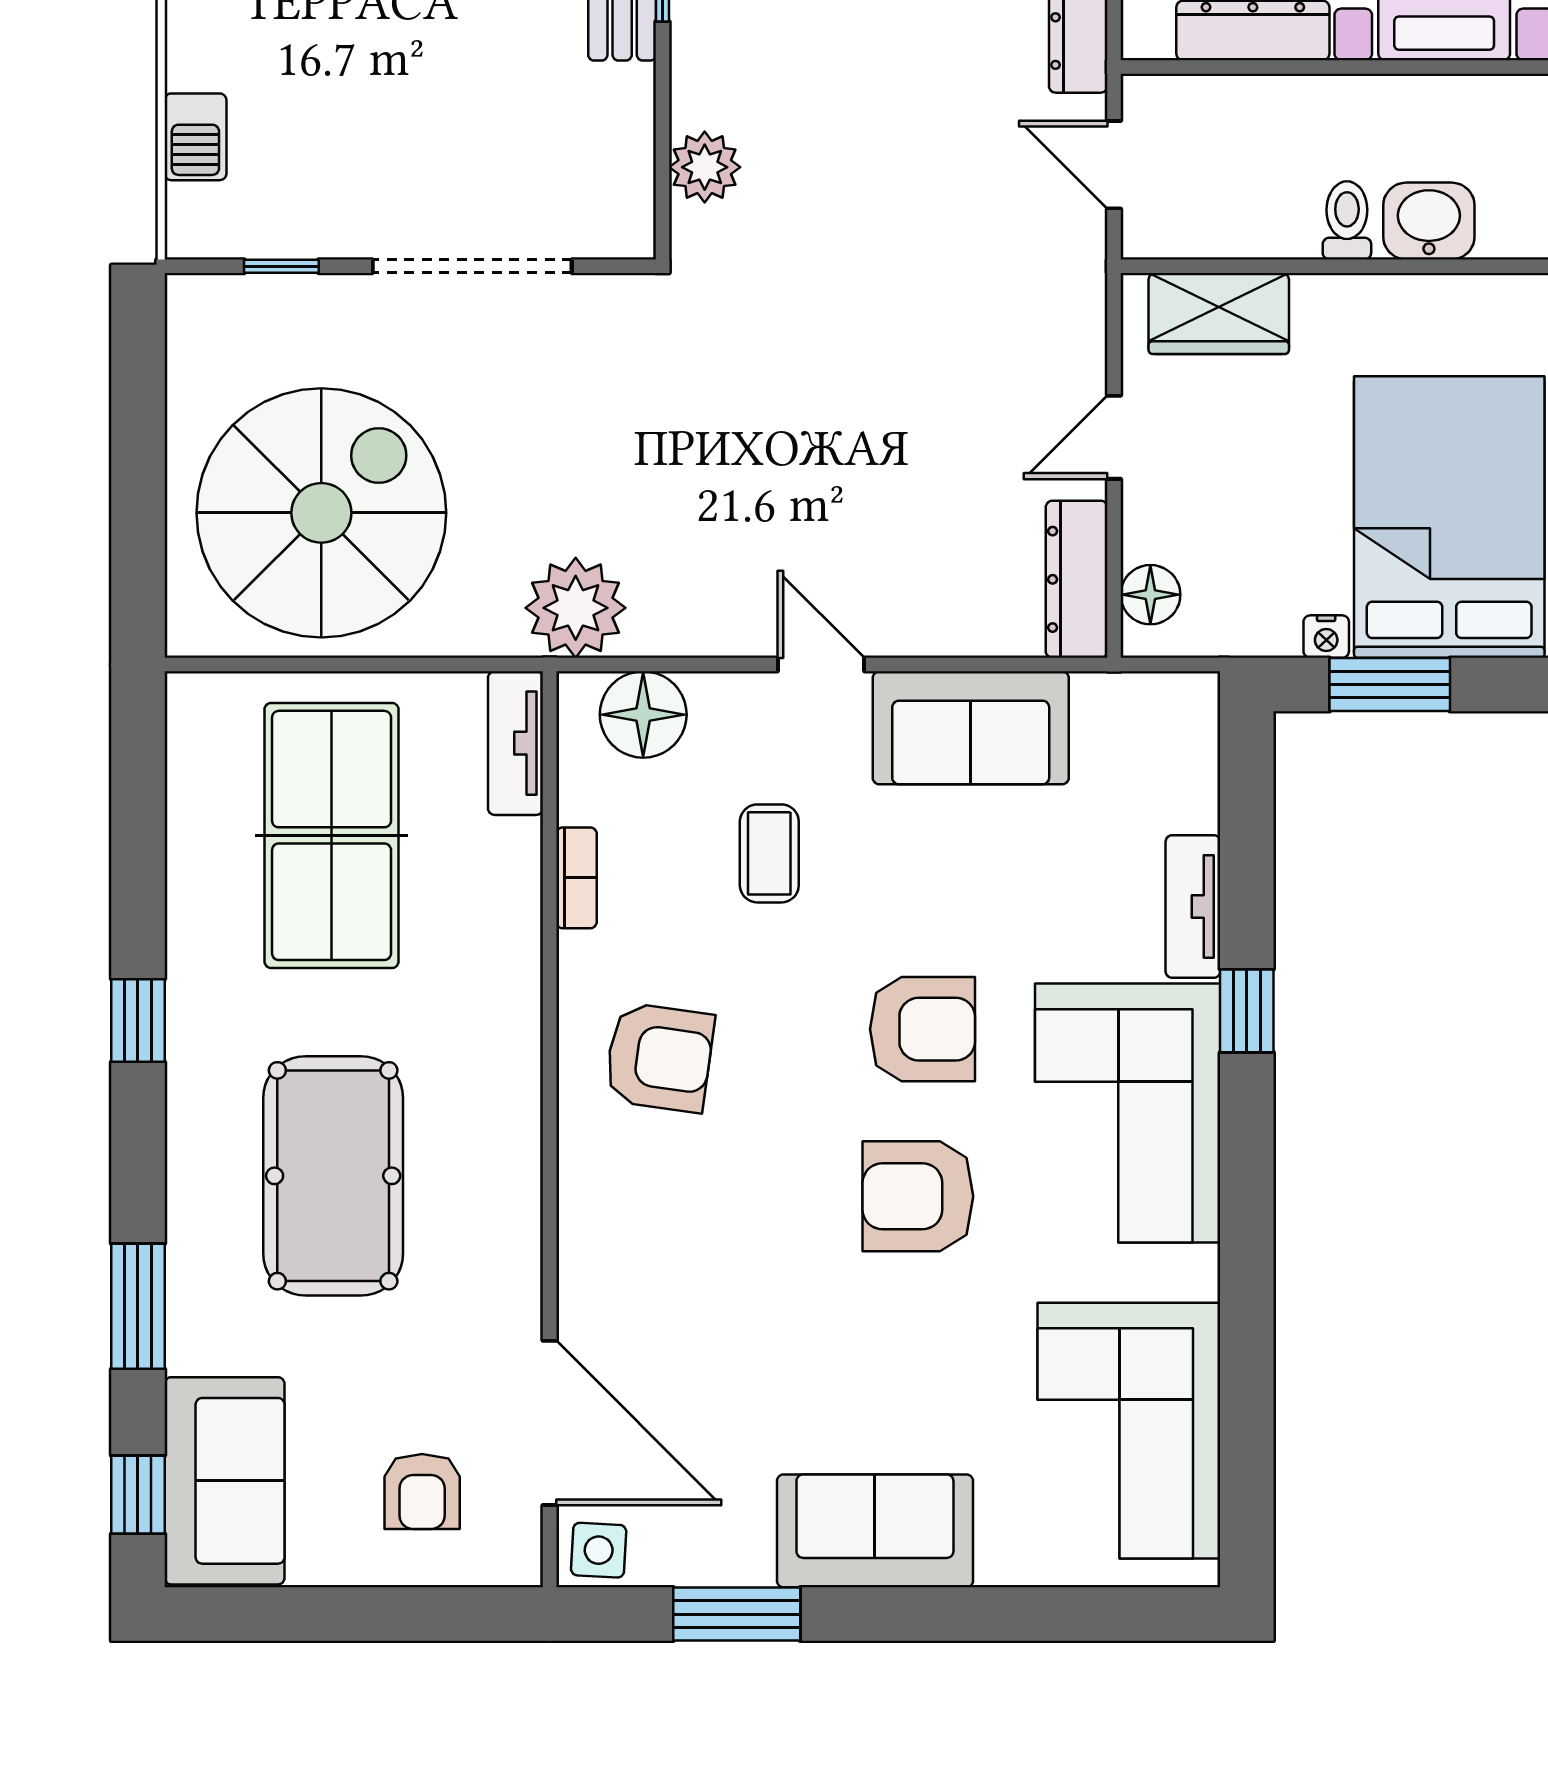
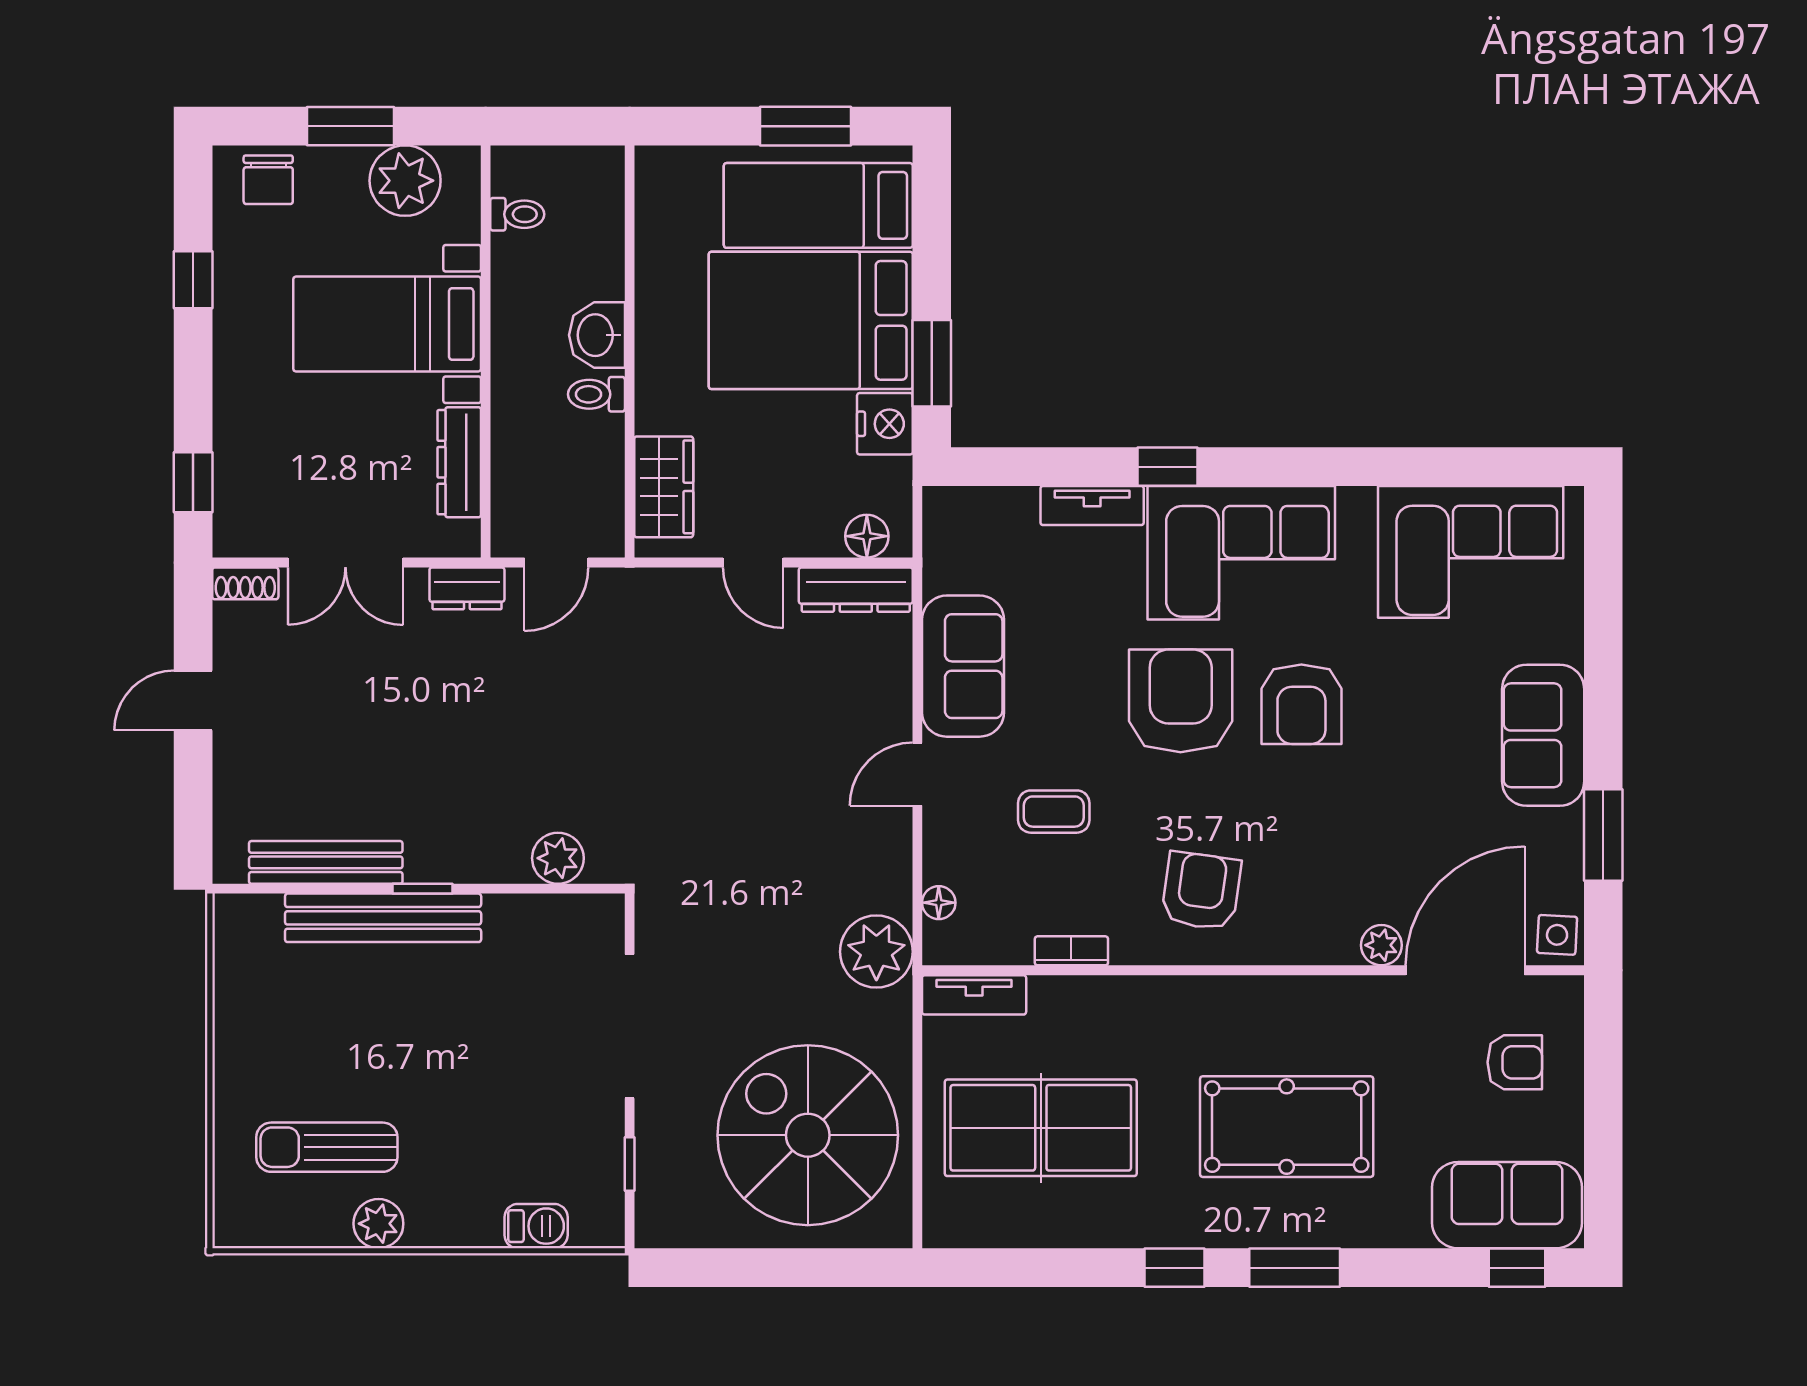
nightstand: (1326, 637) -> (885, 424), width x1.89, depth x1.79
floor lamp: (643, 715) -> (939, 903), width x0.53, depth x0.53
armchair: (923, 1029) -> (1181, 701), width x1.36, depth x1.36
window: (138, 1306) -> (1295, 1268), moved
plant: (584, 1307) -> (1381, 945), added

